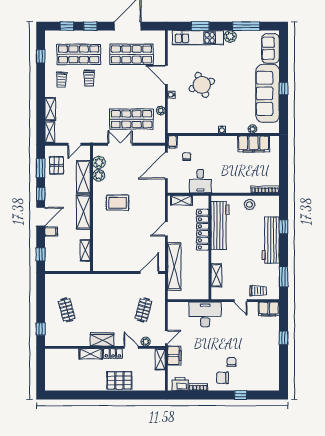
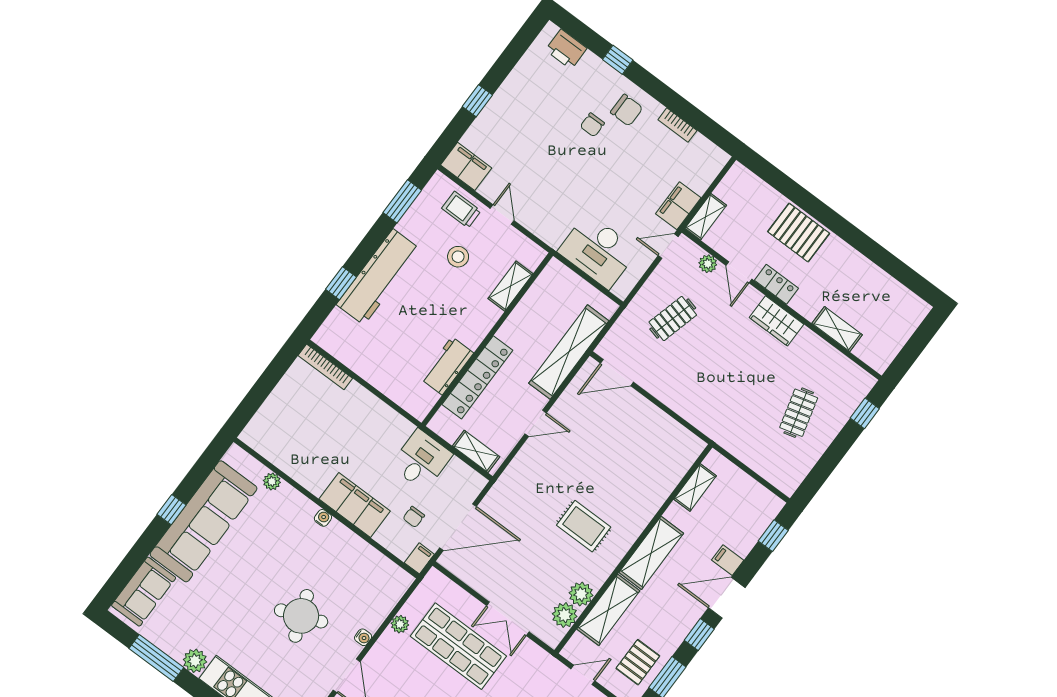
filing cabinet: (254, 144) -> (355, 505), moved
stool: (250, 205) -> (458, 257), moved
workbench: (220, 225) -> (447, 366), width x0.53, depth x0.76
desk: (205, 315) -> (598, 251), moved
shelving: (91, 354) -> (837, 329), moved
printer: (180, 384) -> (566, 49), moved

